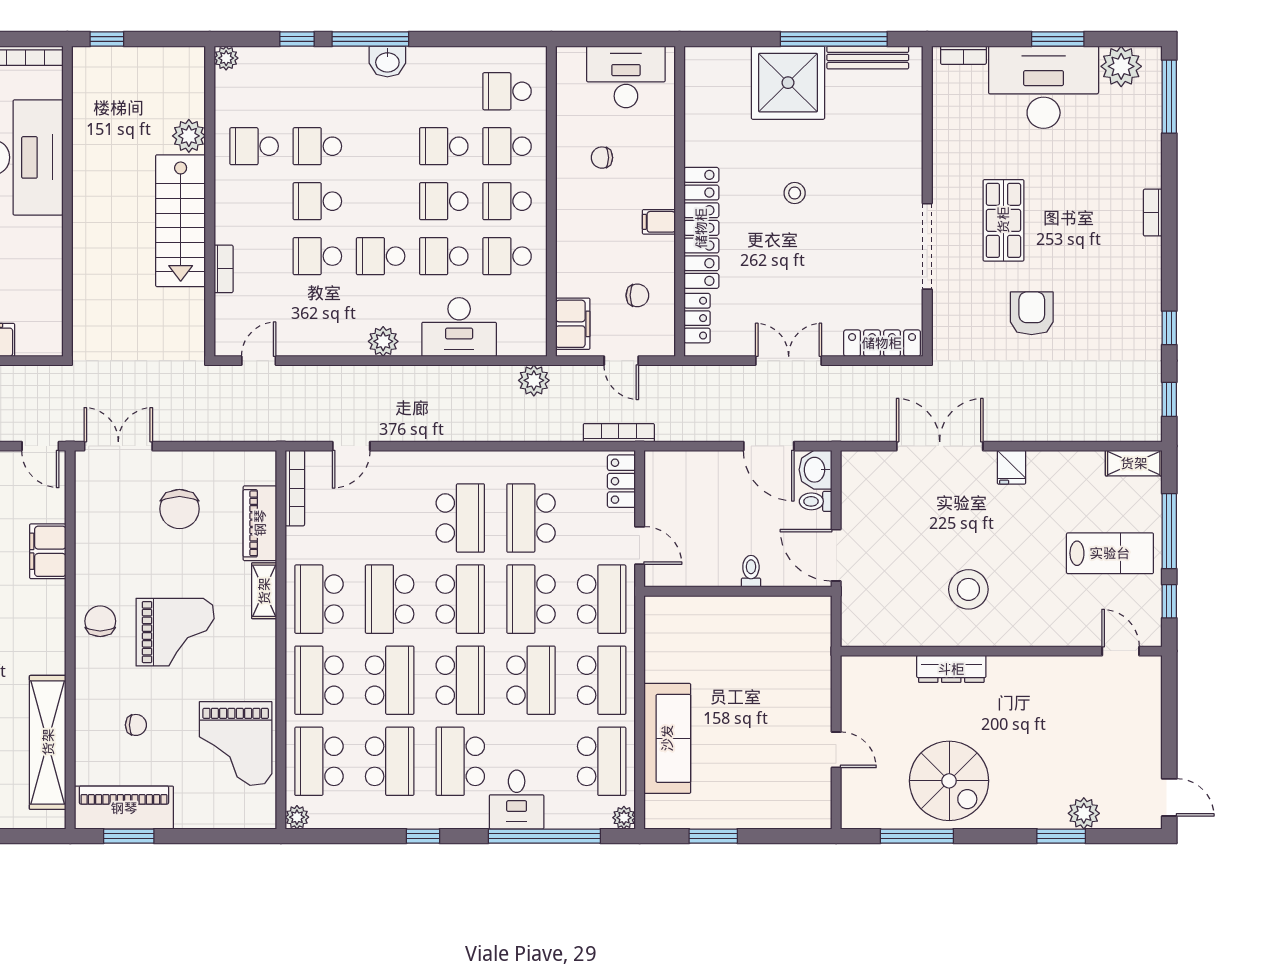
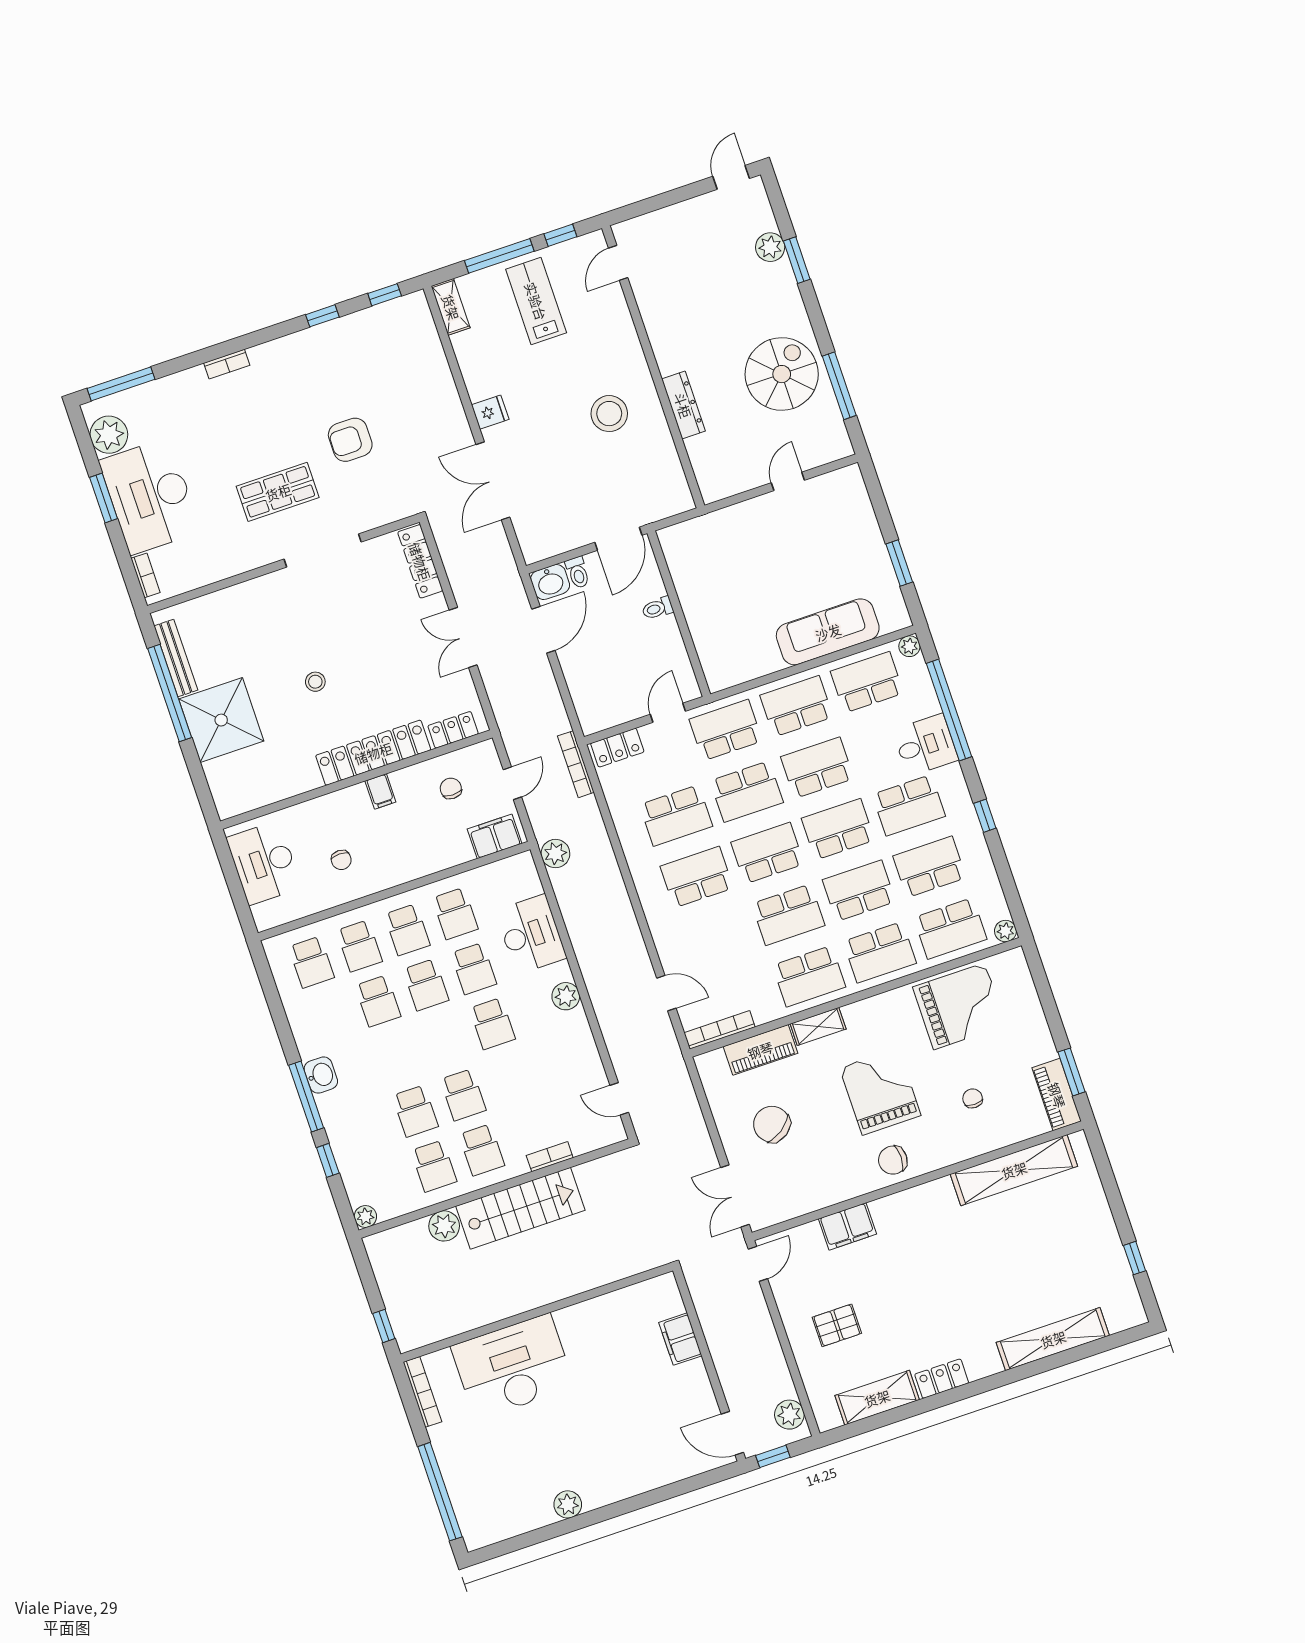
school desk: (317, 256) -> (482, 1150), moved
chair: (179, 509) -> (772, 1124), turned -125
piano: (124, 808) -> (1057, 1095), width x0.73, depth x0.75

